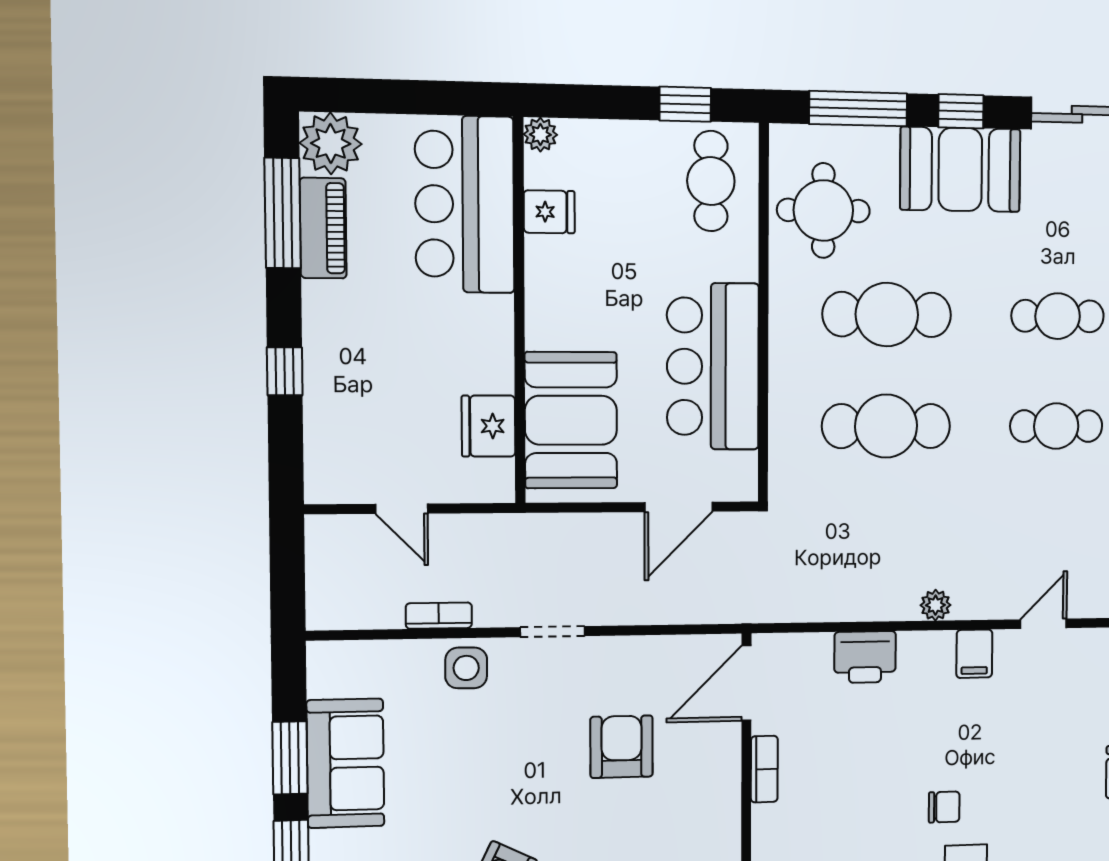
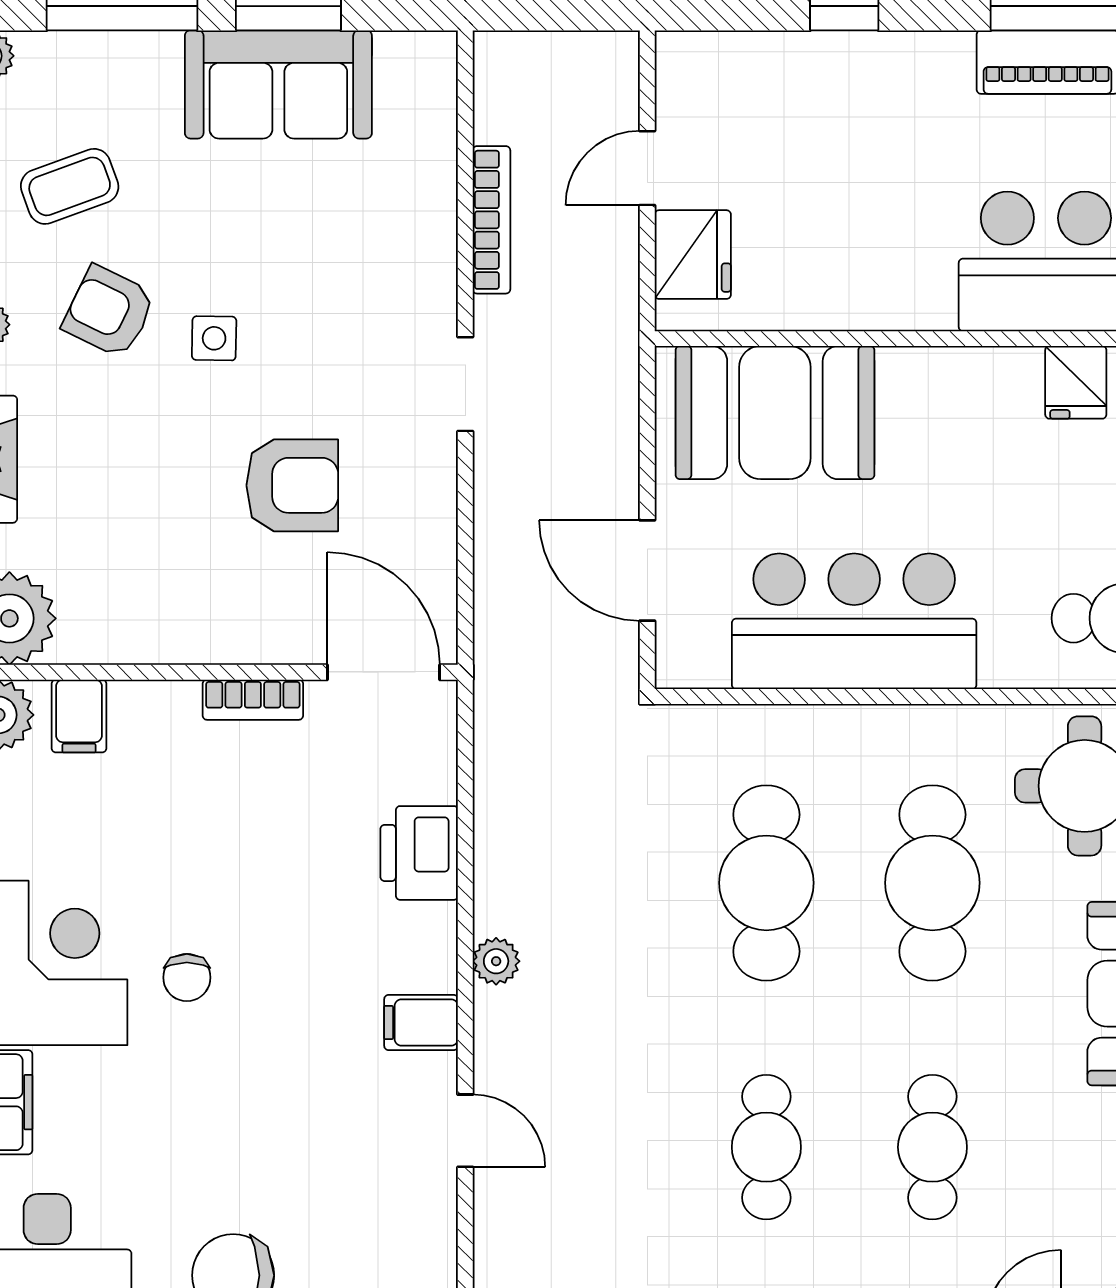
fridge: (488, 426) -> (693, 255), moved, turned 90
bookcase: (439, 616) -> (491, 220), width x1.56
side table: (466, 668) -> (214, 338), moved, width x0.73, depth x0.73

